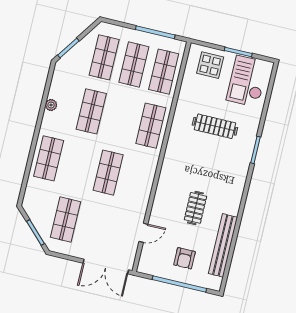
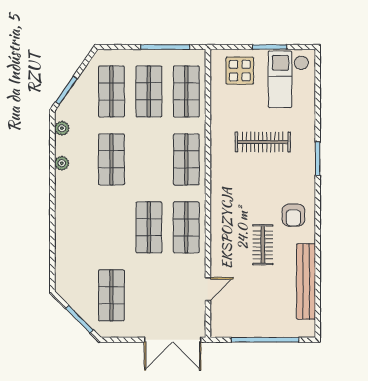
plant: (58, 77) -> (62, 128), added
shop shelf: (49, 158) -> (186, 227), moved
armchair: (185, 258) -> (293, 215), moved

